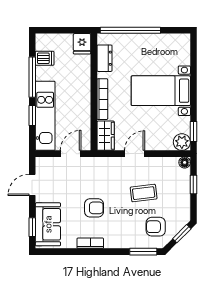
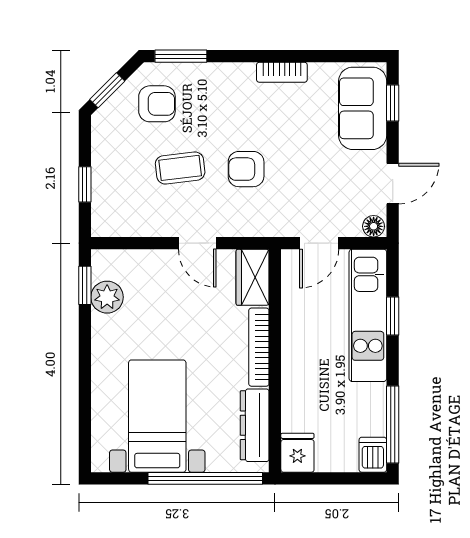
dishwasher: (45, 58) -> (373, 455), moved, turned 90
dresser: (105, 58) -> (255, 425), width x1.44
window: (32, 77) -> (393, 425), moved
bed with nightstands: (161, 91) -> (157, 416), moved, turned -90
plant: (182, 142) -> (107, 297), moved
door: (135, 154) -> (197, 243), hinge flipped
floor lamp: (185, 162) -> (374, 226), moved
armchair: (94, 208) -> (246, 169), moved

